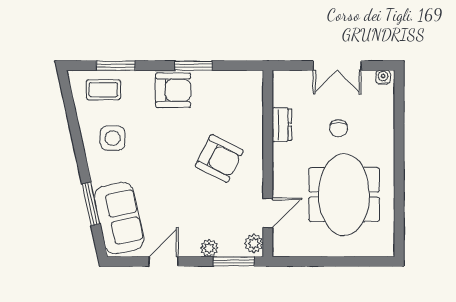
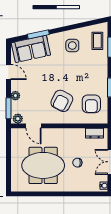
armchair: (173, 90) -> (91, 104), moved
dresser: (282, 125) -> (95, 133), moved

